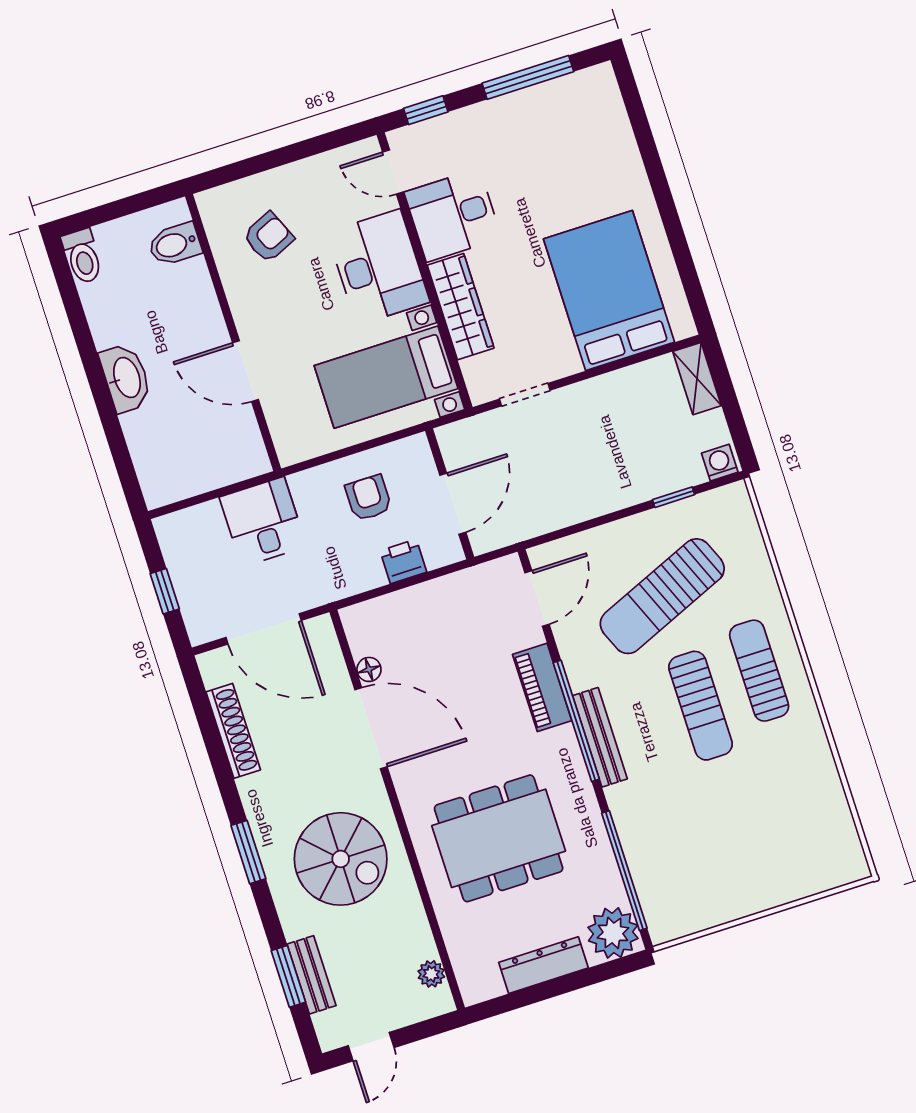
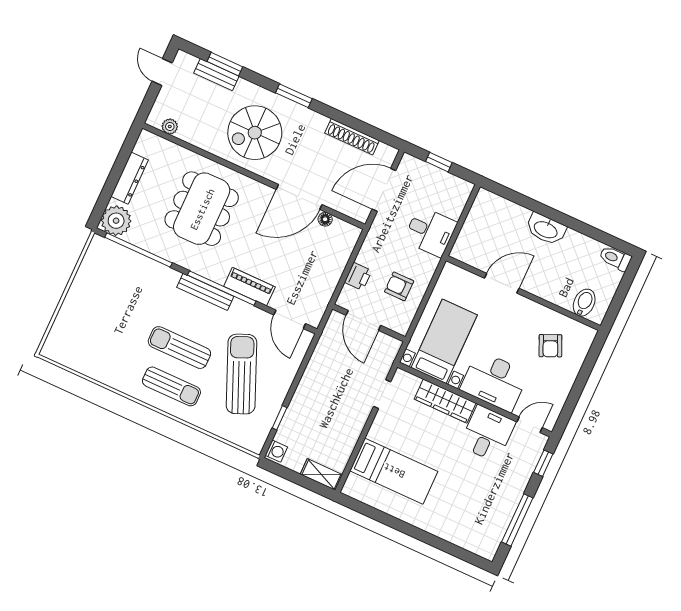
bed: (609, 291) -> (394, 471), width x0.67
armchair: (368, 498) -> (399, 286), turned 180

